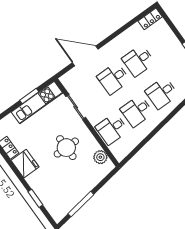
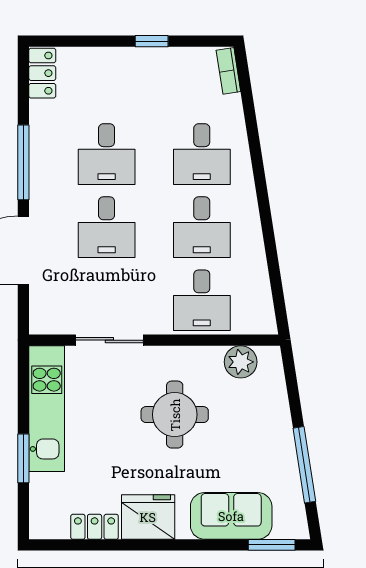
window: (115, 34) -> (23, 162), added
window: (29, 96) -> (23, 458), moved
sofa: (46, 192) -> (231, 516), added
window: (35, 198) -> (272, 545), moved

